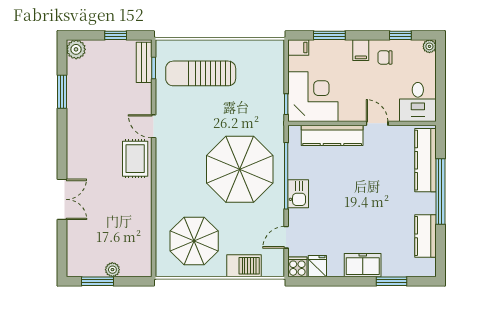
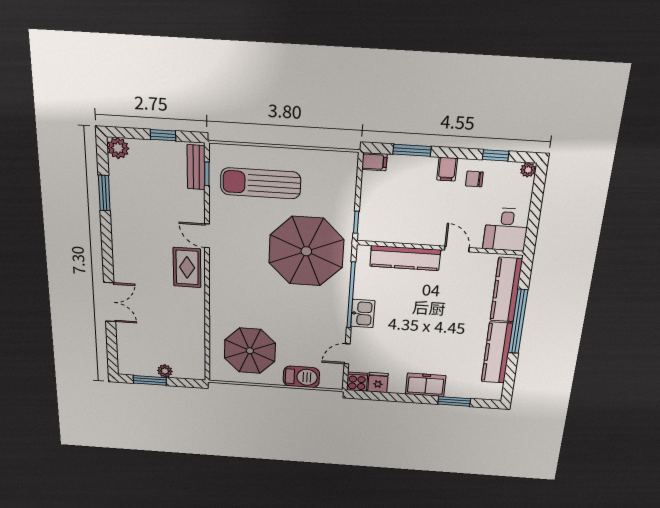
corner desk: (313, 97) -> (387, 216), removed
parasol: (240, 169) -> (306, 251), moved
kitchen counter: (425, 236) -> (497, 353), width x1.50

